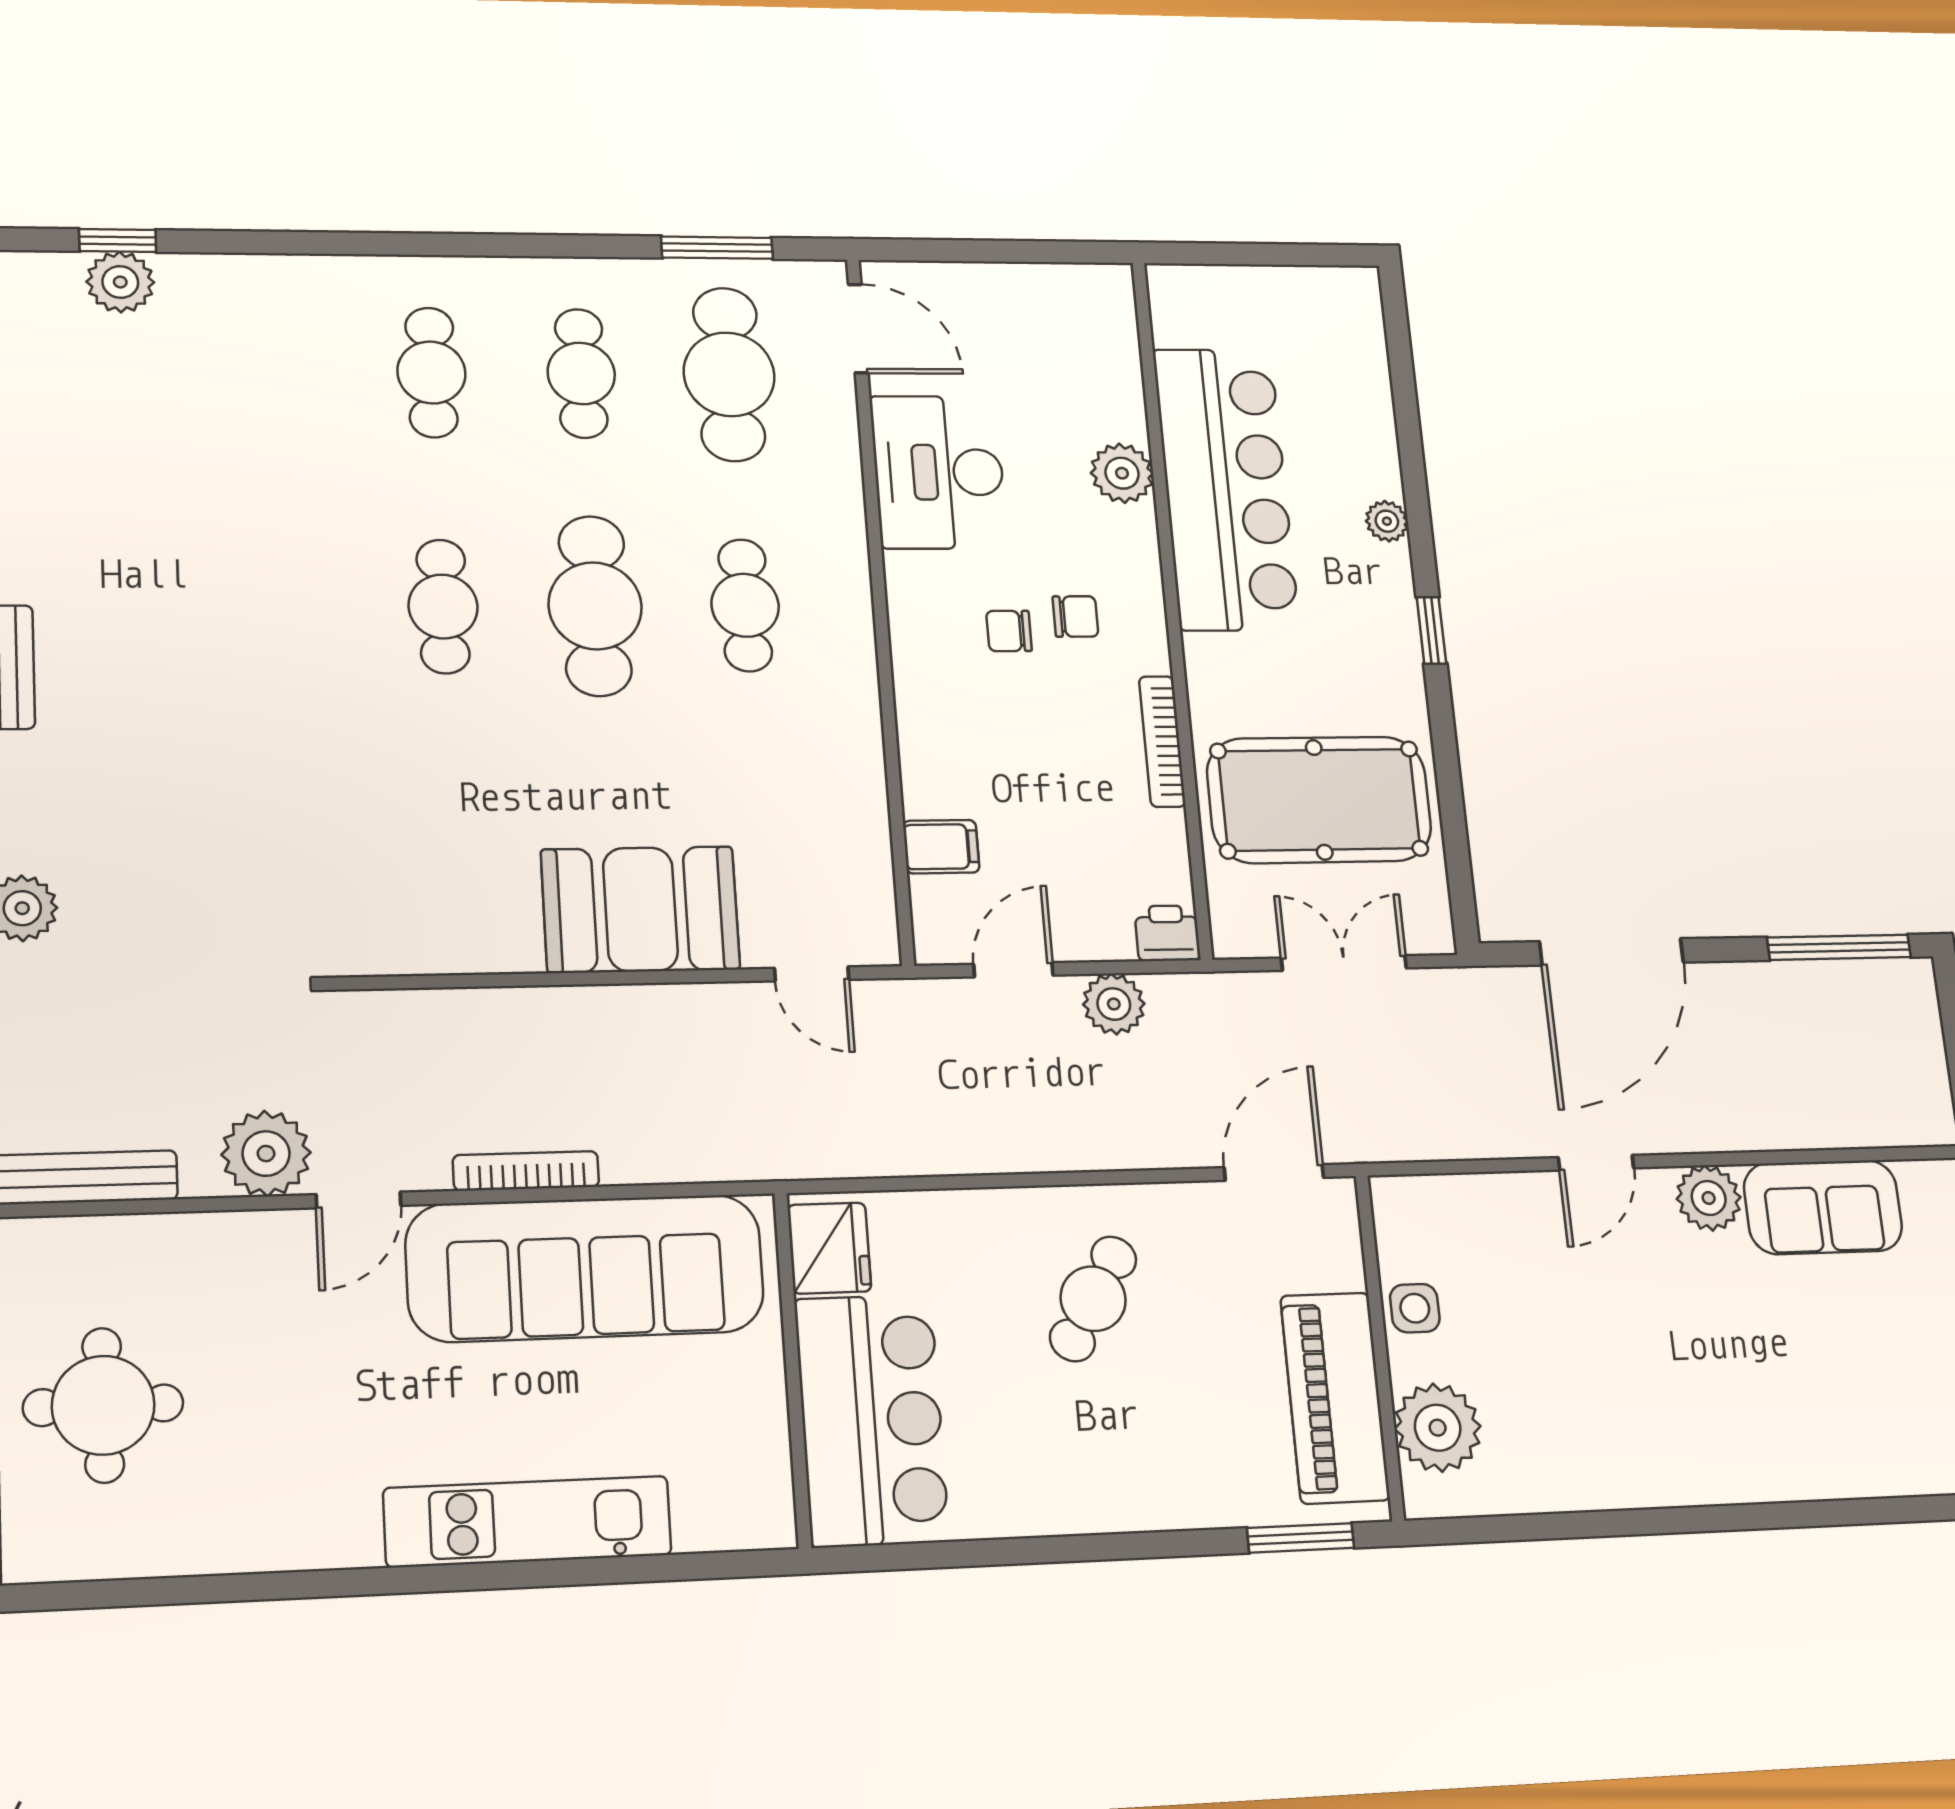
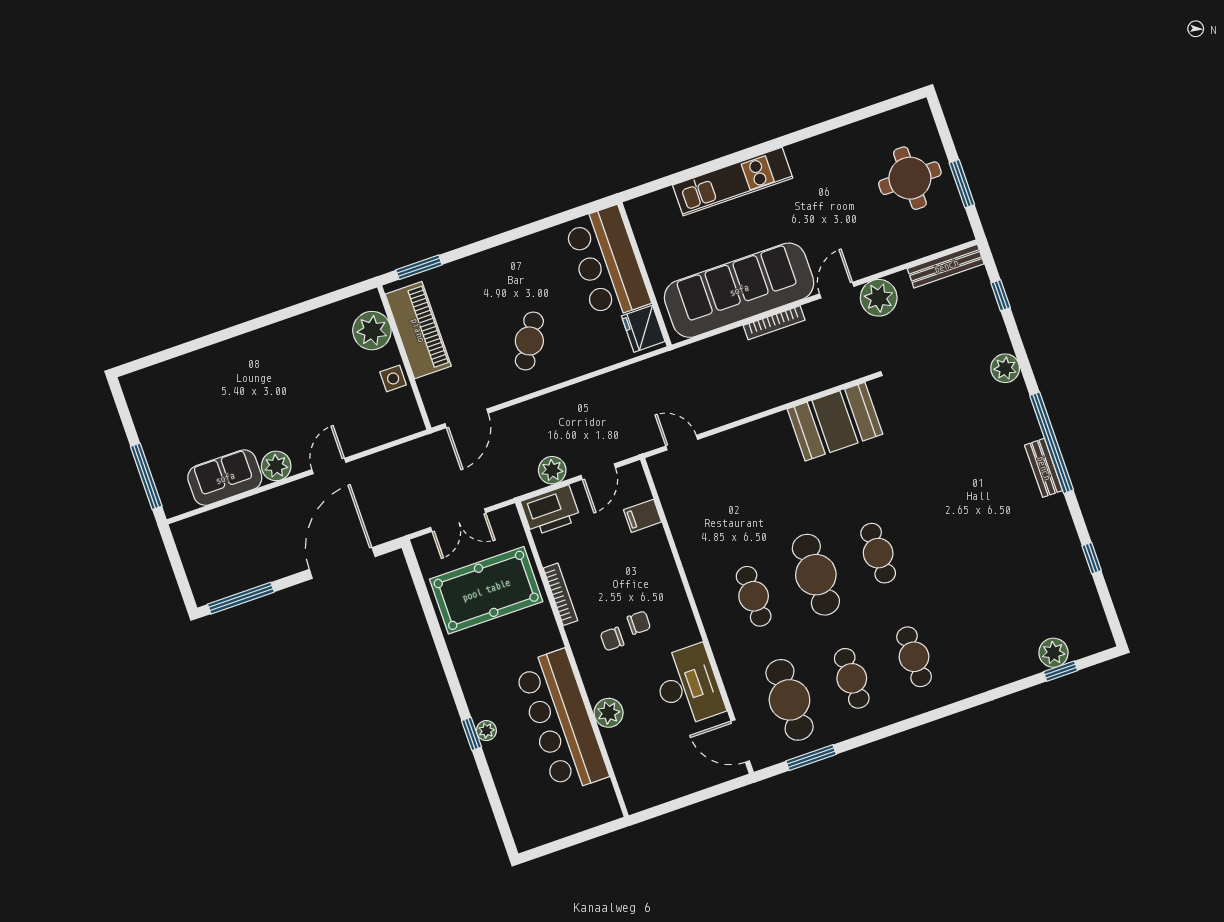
window: (1431, 630) -> (471, 734), moved
booth: (640, 909) -> (835, 422), moved
printer: (1167, 933) -> (551, 511), width x1.87, depth x1.48

